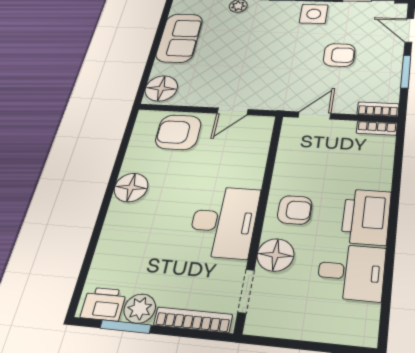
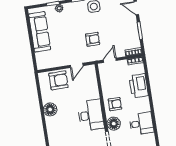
sofa: (179, 38) -> (40, 32), width x1.36
armchair: (339, 55) -> (93, 39), moved
floor lamp: (161, 88) -> (43, 60), removed
armchair: (178, 132) -> (59, 80), turned 180
printer: (366, 217) -> (139, 86), moved

